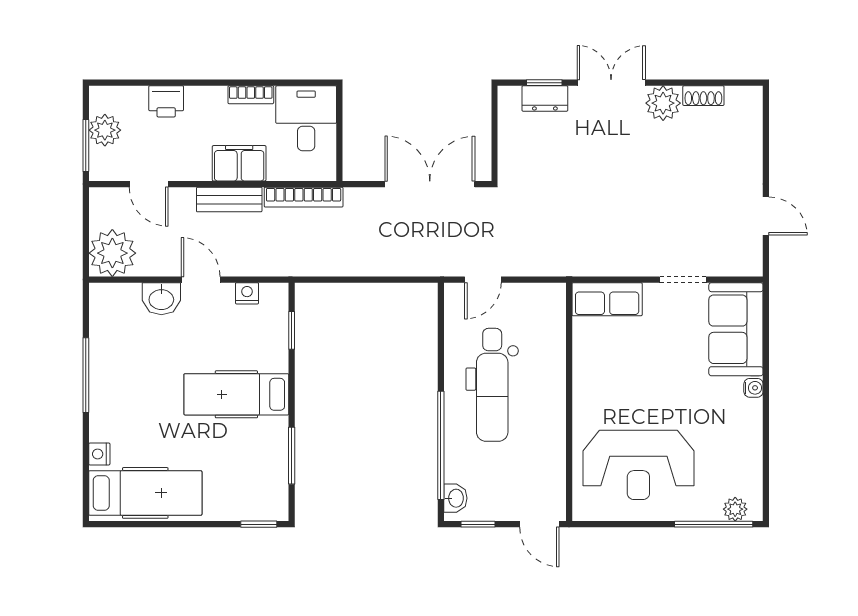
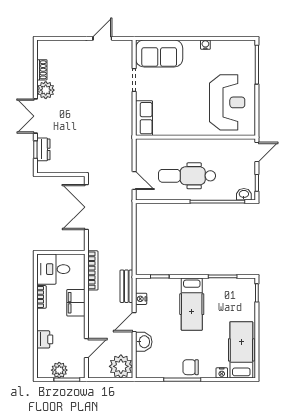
bench: (229, 200) -> (126, 286), moved
dental chair: (492, 385) -> (187, 176), turned 180
water cooler: (753, 388) -> (205, 45), moved
chair: (111, 392) -> (191, 367), added
plant: (735, 509) -> (249, 54), removed

